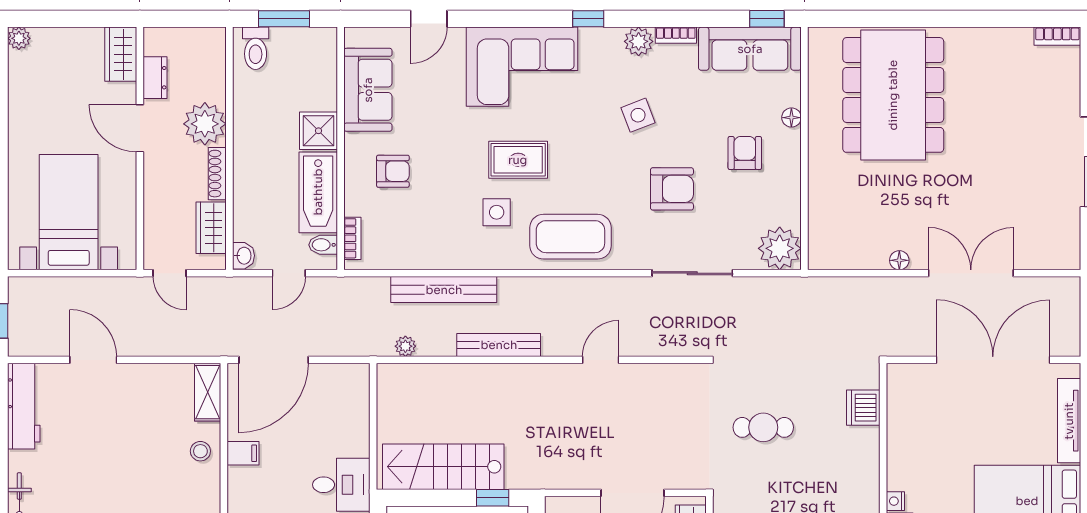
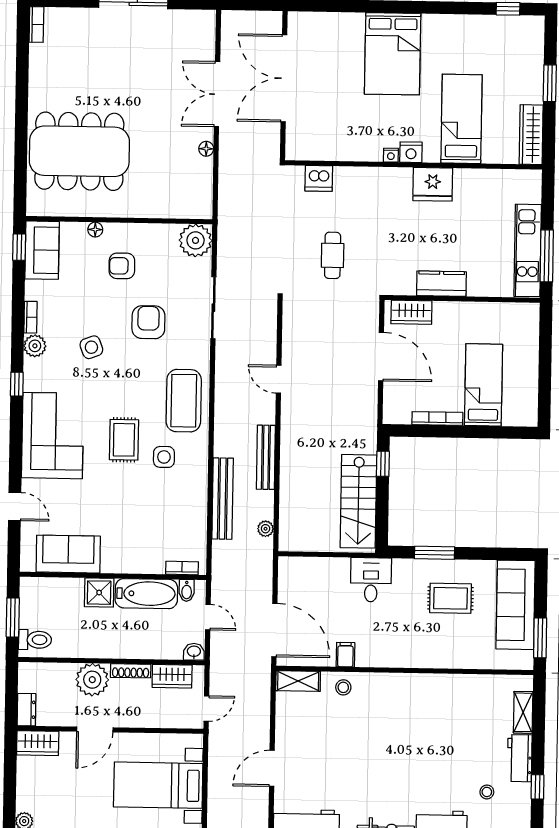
sofa: (750, 49) -> (42, 250), width x0.73
dresser: (155, 78) -> (26, 710), moved, turned 90
armchair: (393, 171) -> (131, 536), removed
tv unit: (1069, 421) -> (332, 21), removed

